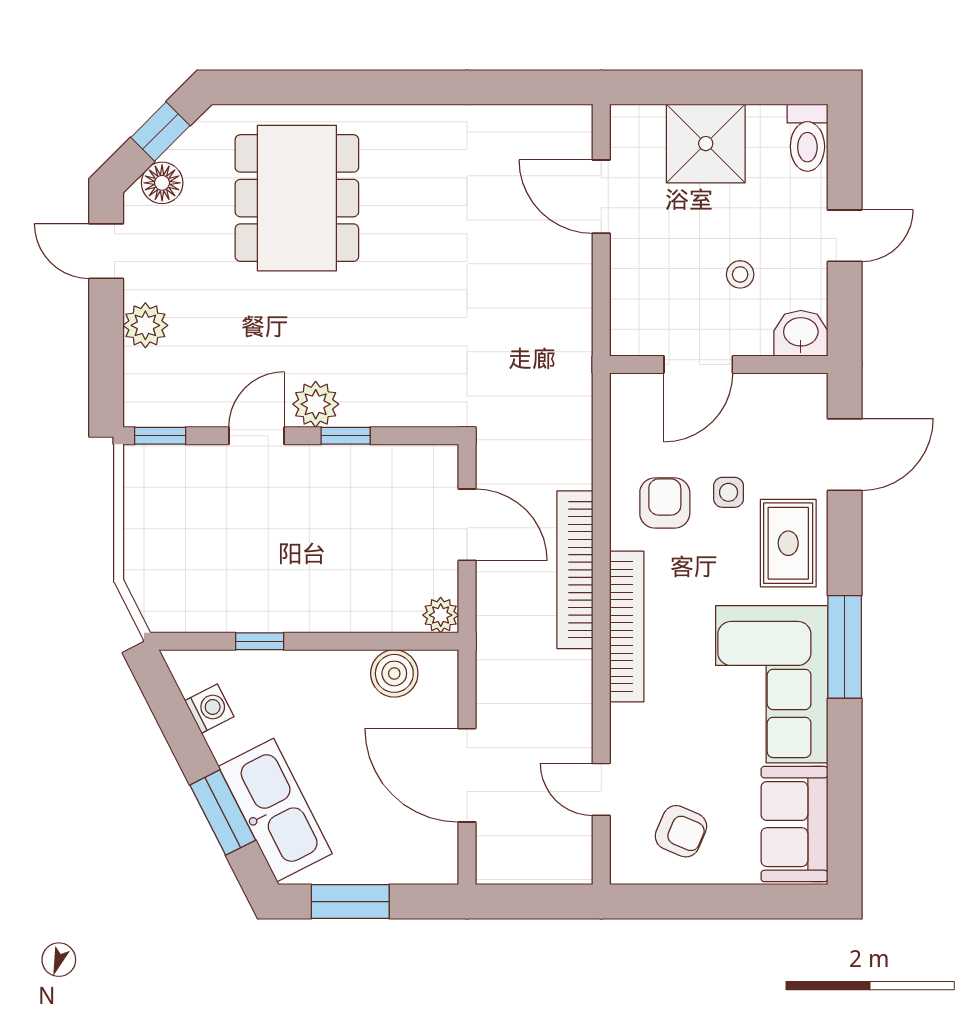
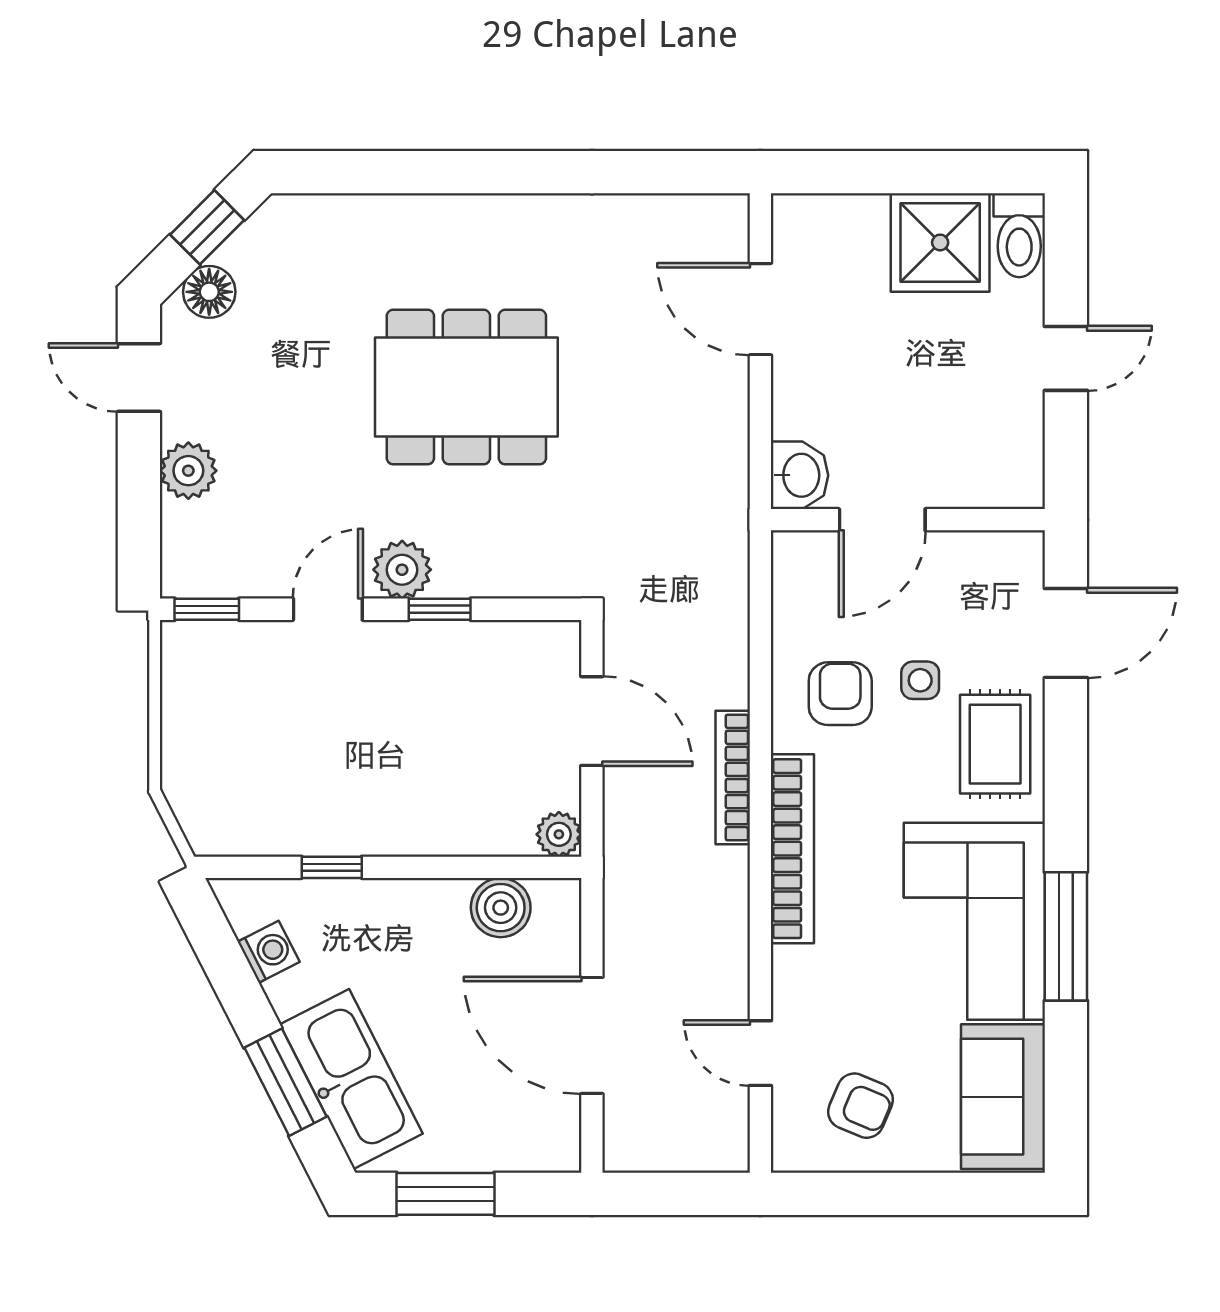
shower: (706, 144) -> (940, 242), moved
dining table: (297, 198) -> (466, 387), moved, turned 90
stool: (740, 274) -> (935, 407), removed
washbasin: (801, 333) -> (800, 475), moved, turned 90
bookcase: (575, 570) -> (733, 778), width x0.68, depth x0.76
window: (845, 647) -> (1066, 936), moved

